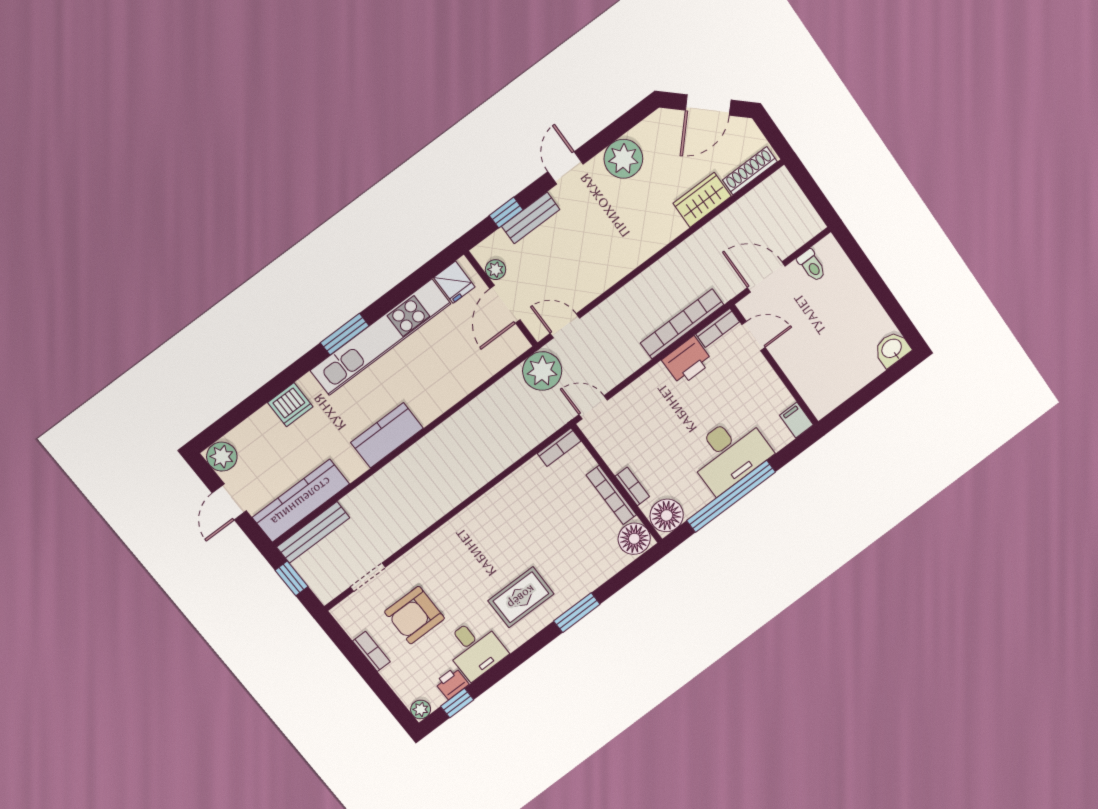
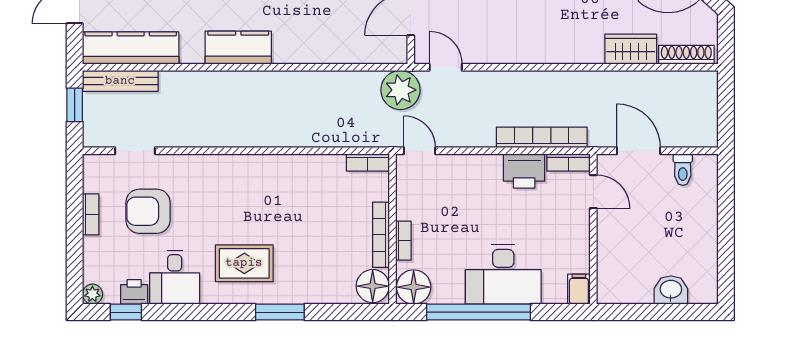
washbasin: (892, 349) -> (671, 290), moved

